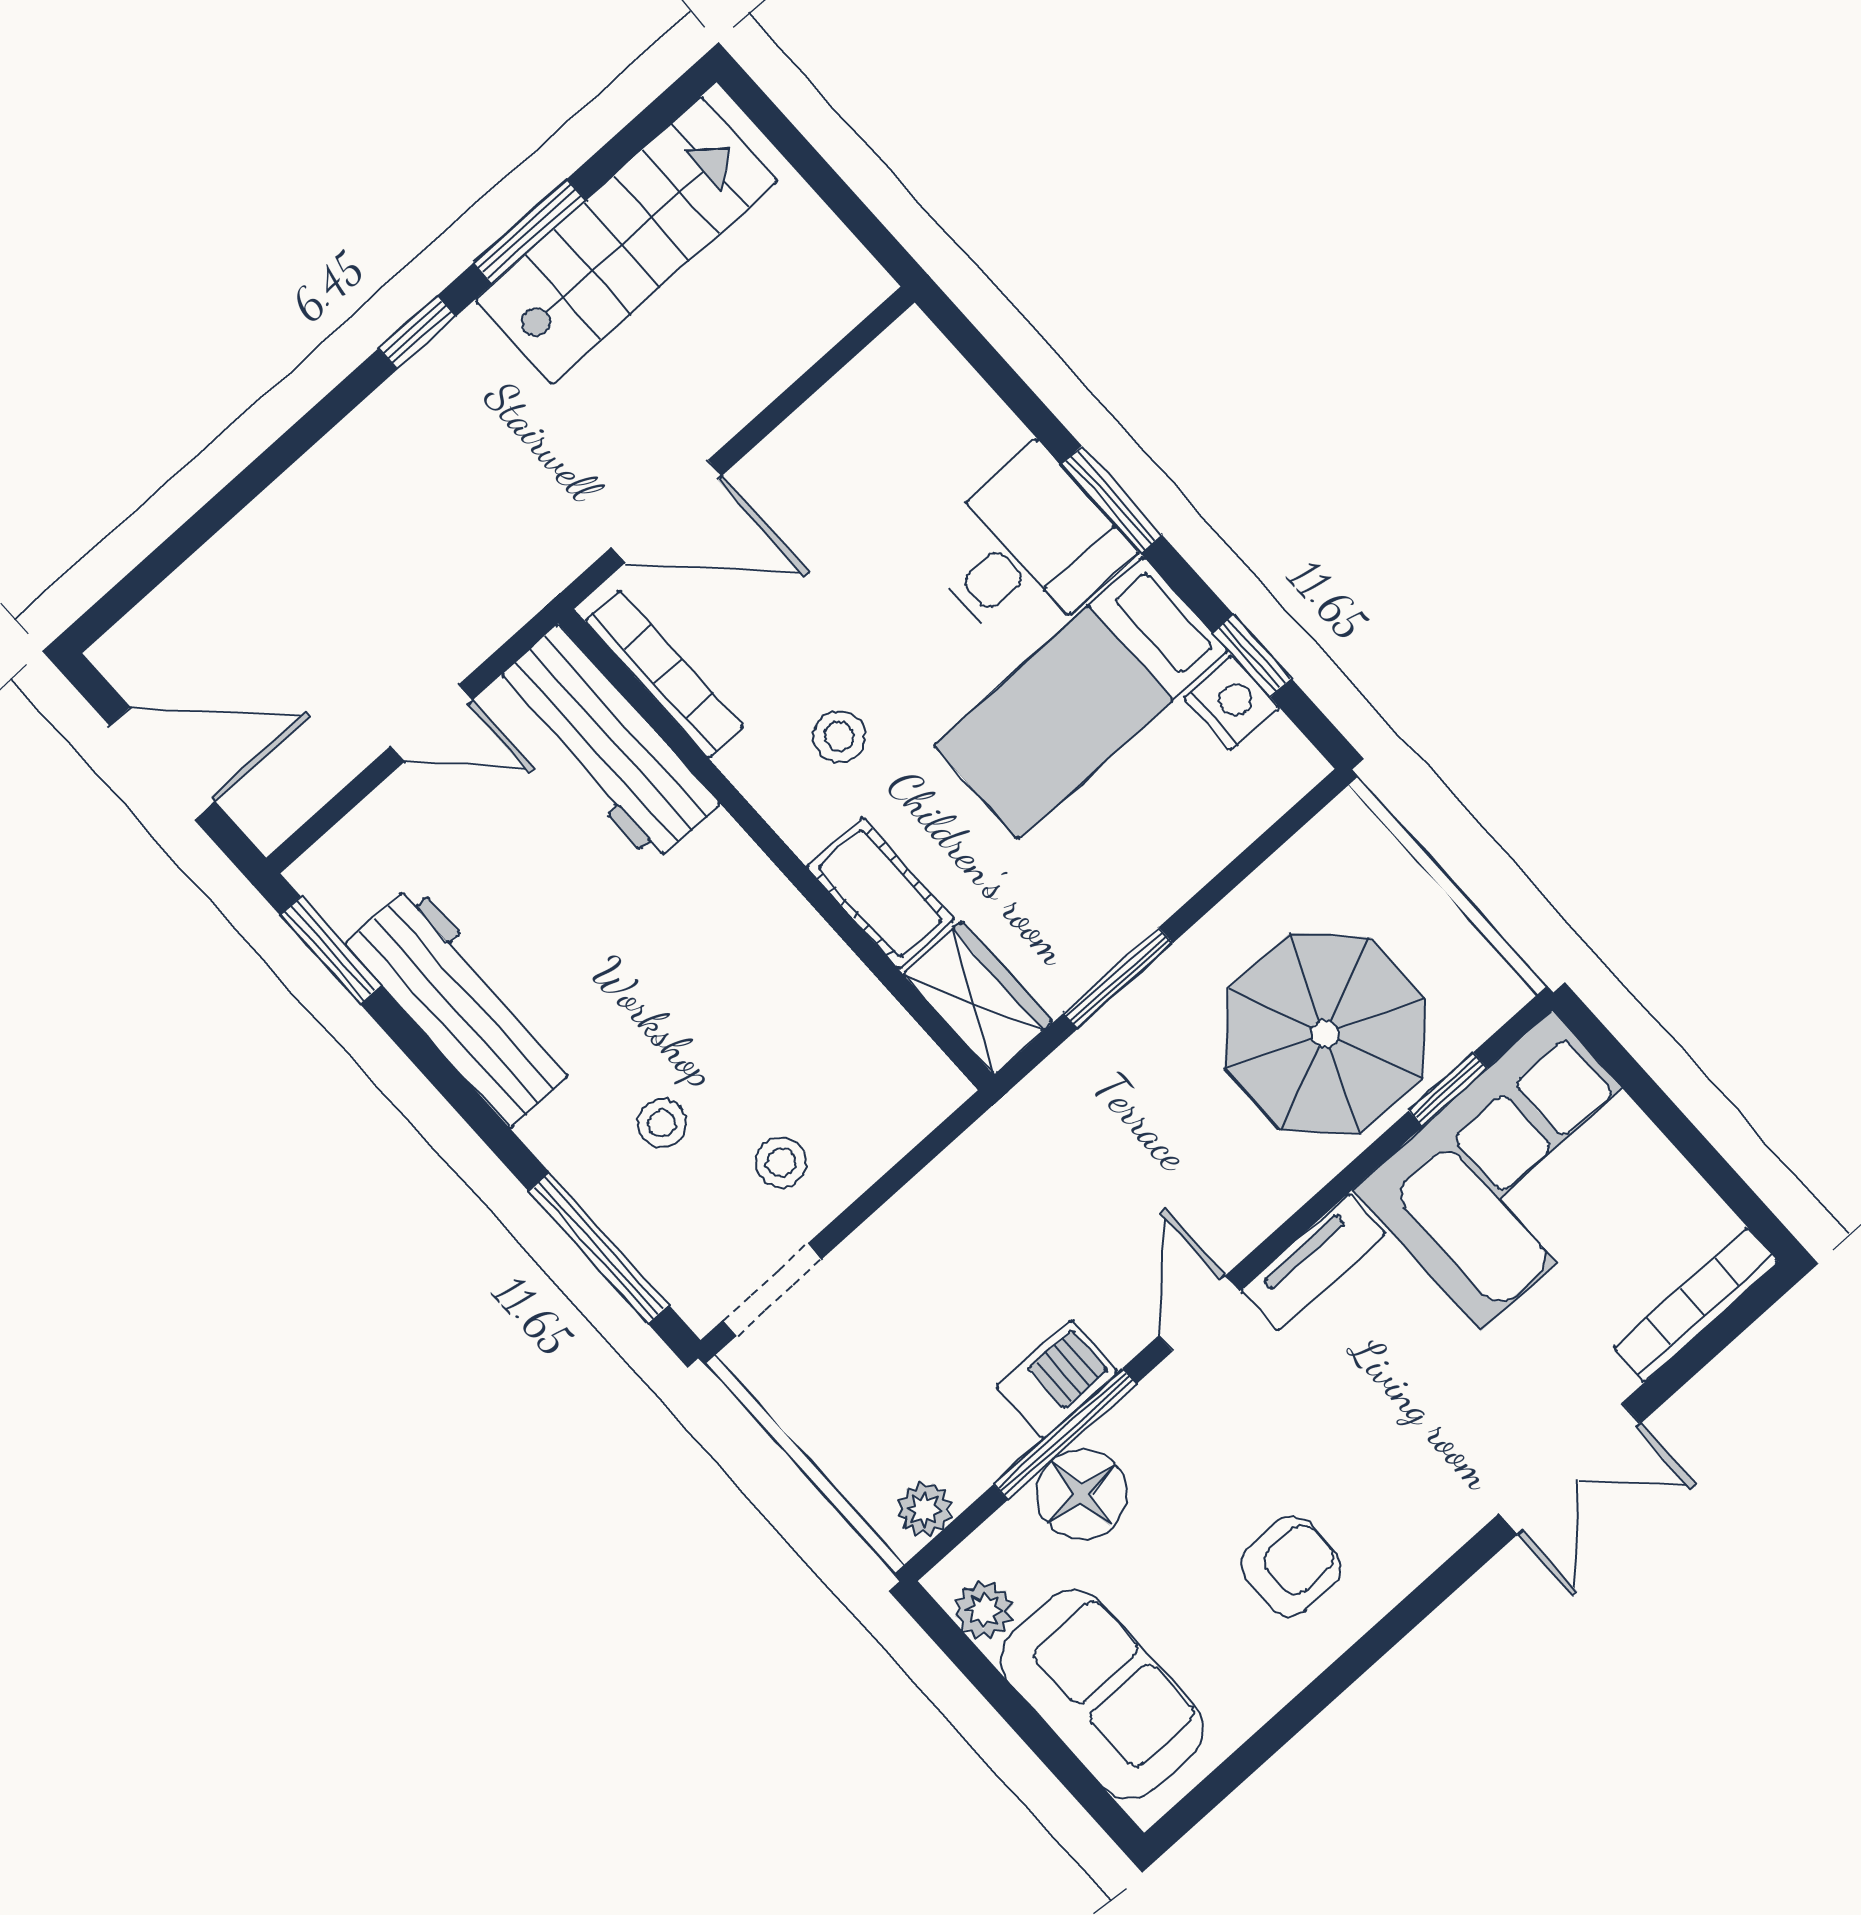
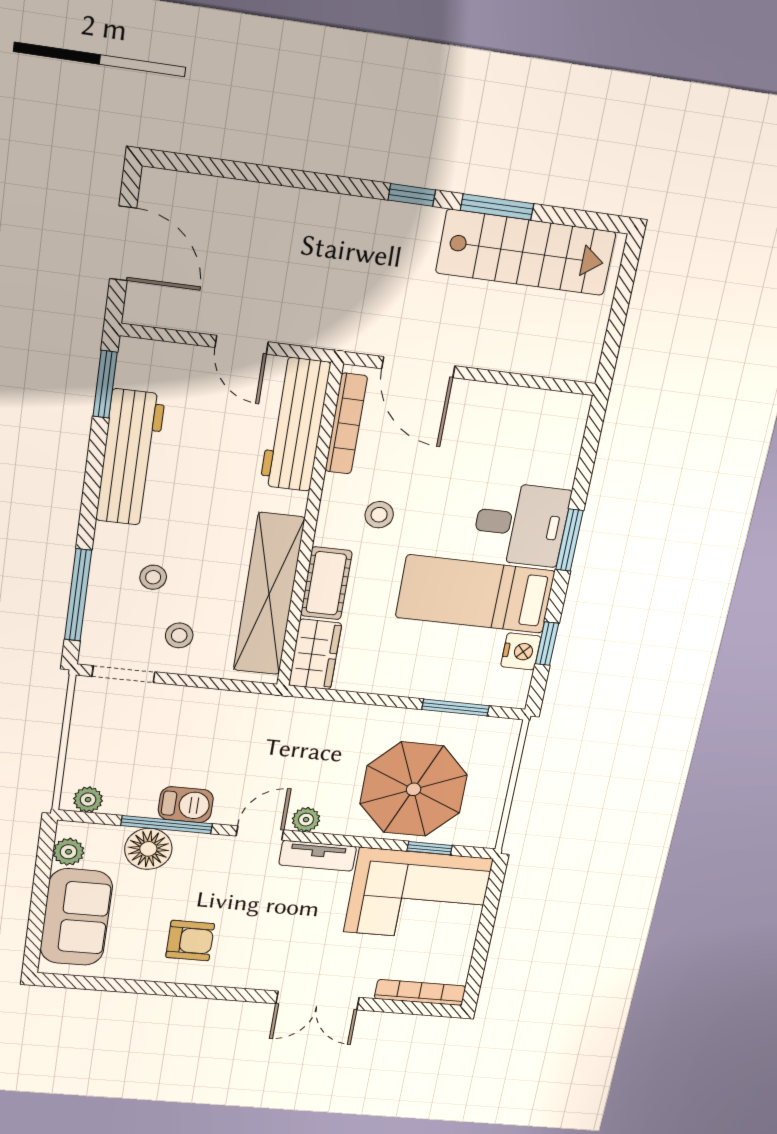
window: (1118, 978) -> (455, 708), moved
shelving: (827, 986) -> (269, 594), added
plant: (1236, 1229) -> (306, 820), added

